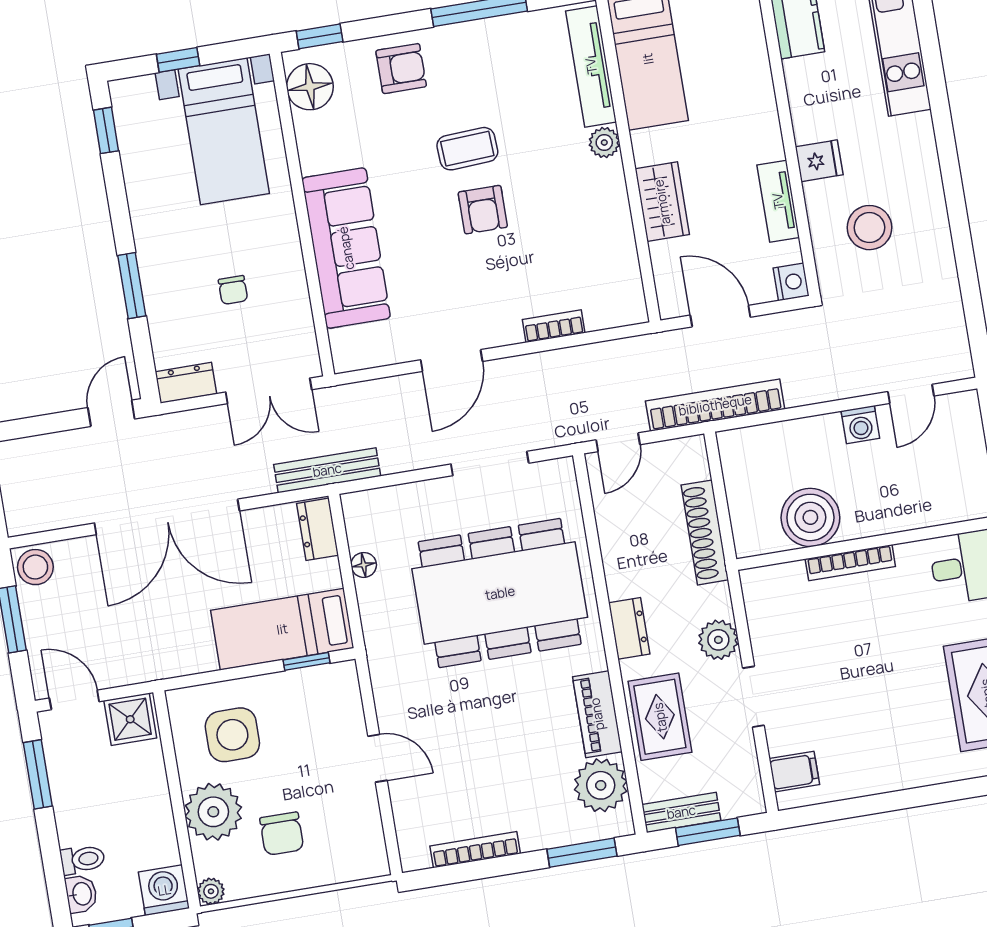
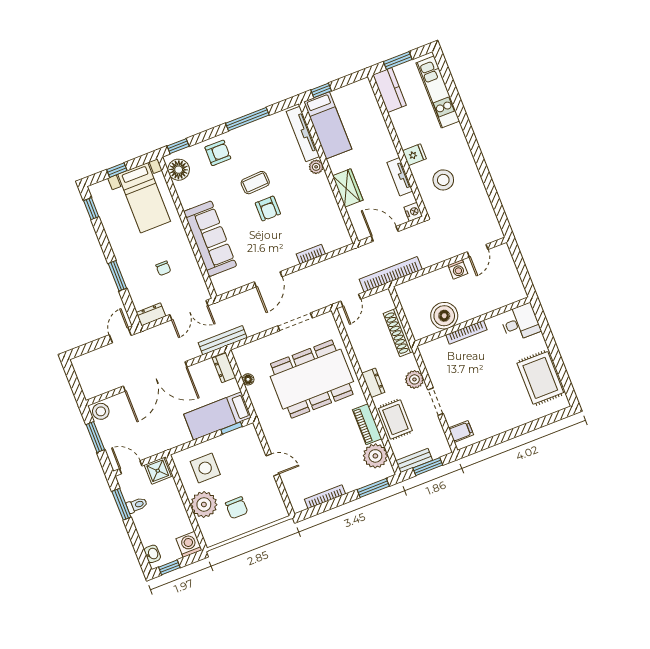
toilet: (83, 859) -> (137, 505), moved
plant: (211, 891) -> (210, 540), removed

